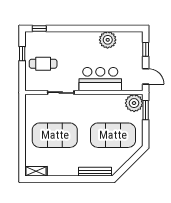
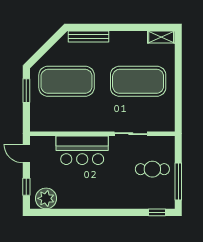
plant: (108, 40) -> (46, 198), moved
window: (22, 54) -> (178, 182), width x2.17
plant: (134, 103) -> (41, 121), removed
window: (146, 110) -> (26, 91), moved

